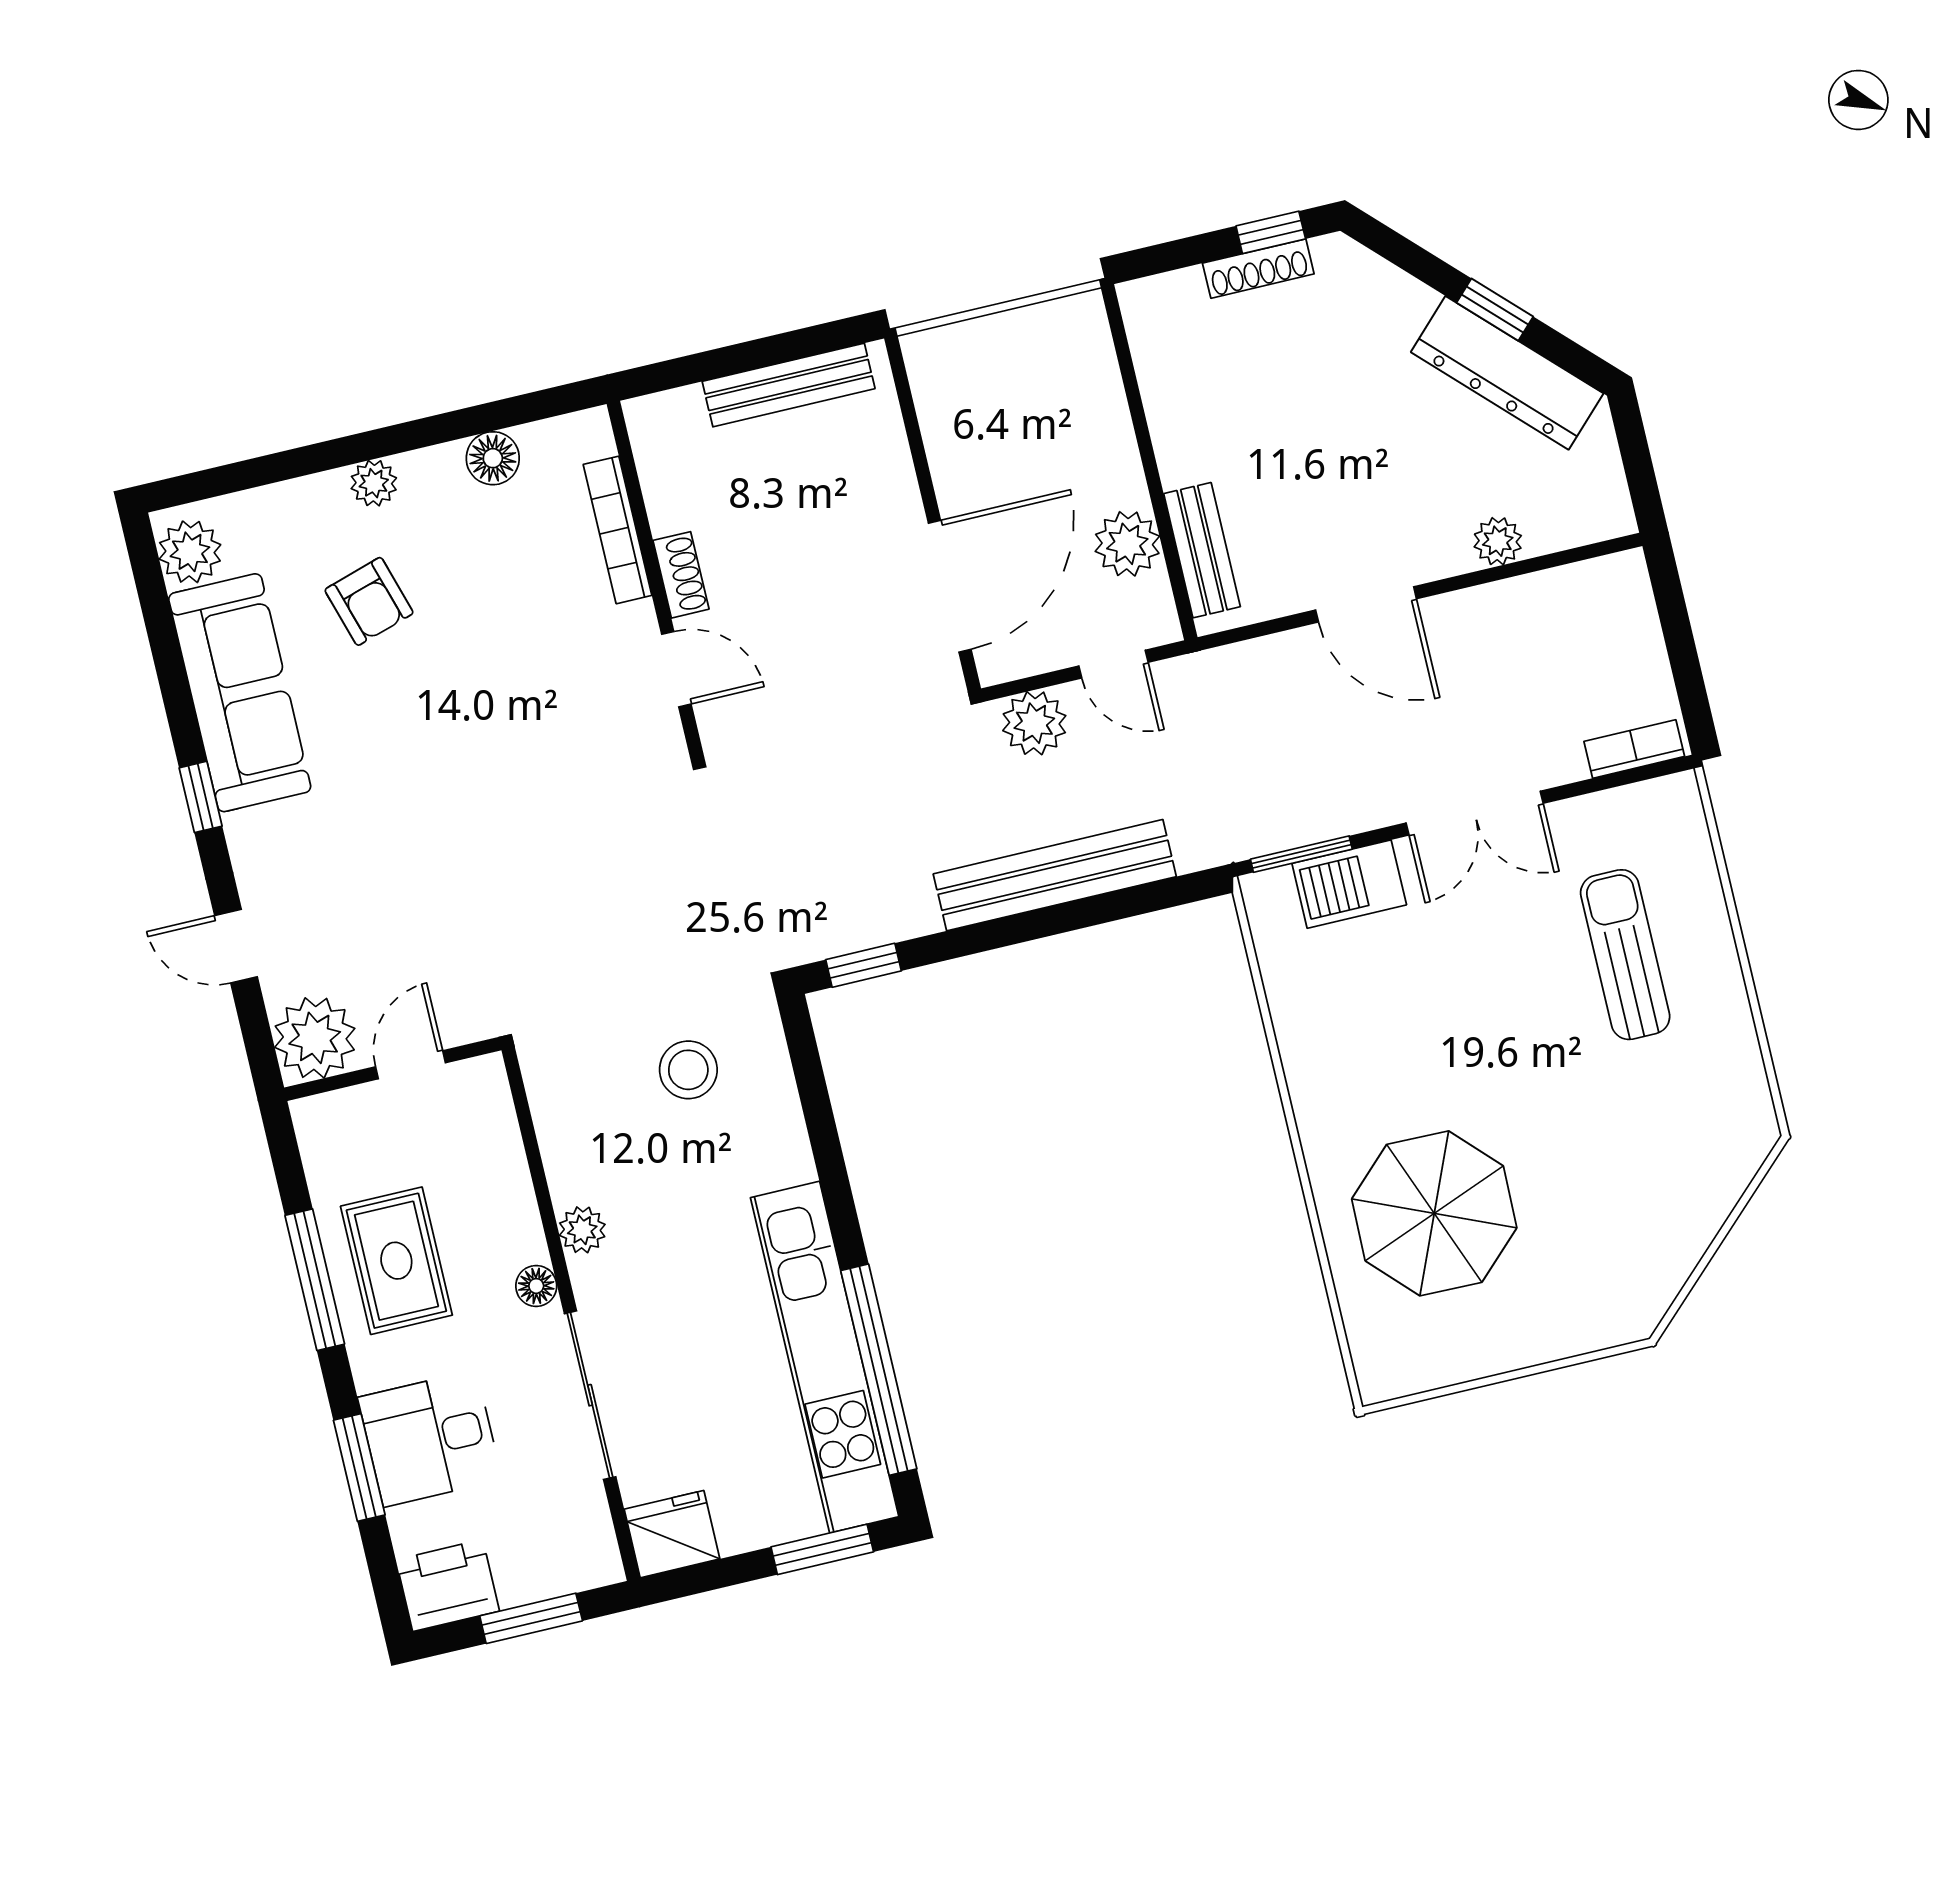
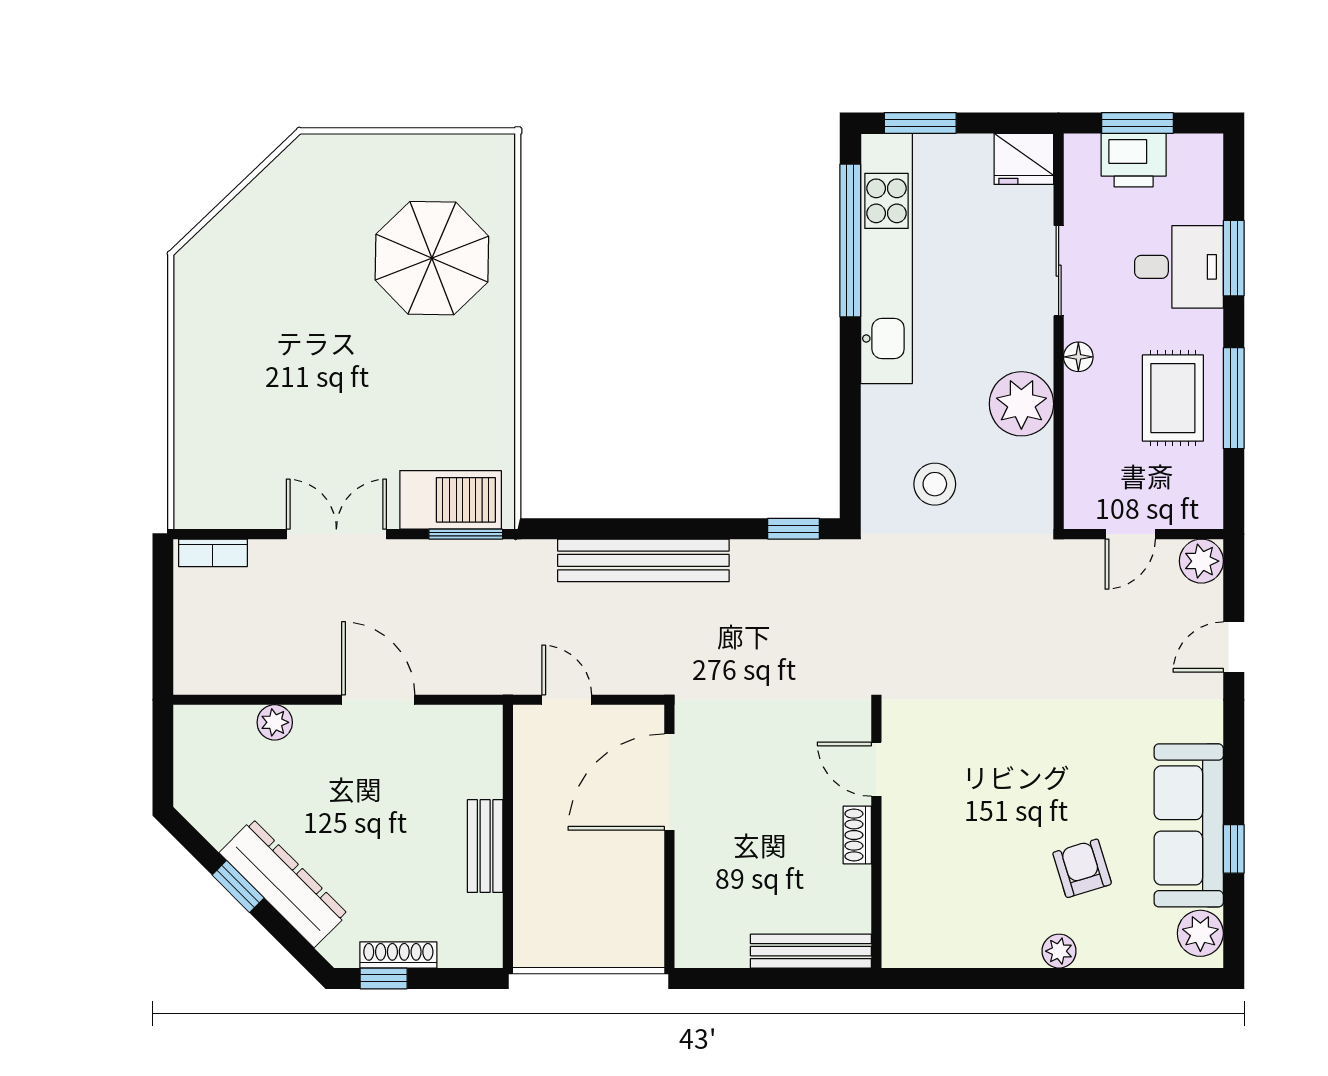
dresser: (1507, 373) -> (283, 883), moved
bench: (789, 385) -> (811, 951), moved
floor lamp: (493, 458) -> (971, 949), removed
bookcase: (618, 530) -> (895, 877), removed
plant: (1127, 544) -> (537, 782), removed
bench: (1202, 550) -> (485, 846), moved
plant: (1034, 723) -> (632, 671), removed
window: (201, 797) -> (1234, 849), moved
barbecue: (1349, 884) -> (451, 500), width x1.37, depth x1.21
door: (236, 946) -> (1234, 647), swing flipped
sun lounger: (1625, 955) -> (254, 409), removed
plant: (315, 1038) -> (1201, 561), width x0.73, depth x0.73
plant: (582, 1230) -> (1021, 404), width x1.87, depth x1.87
sliding door: (590, 1395) -> (1059, 271), width x0.73
printer: (448, 1585) -> (1134, 160), moved

